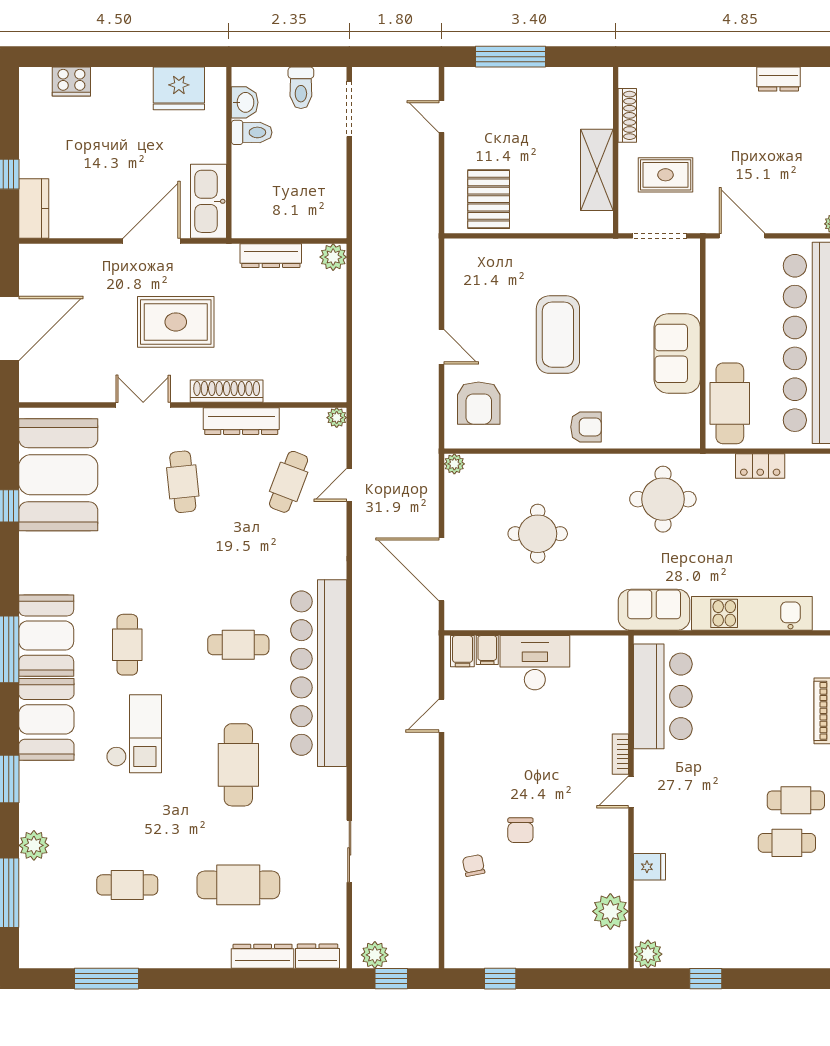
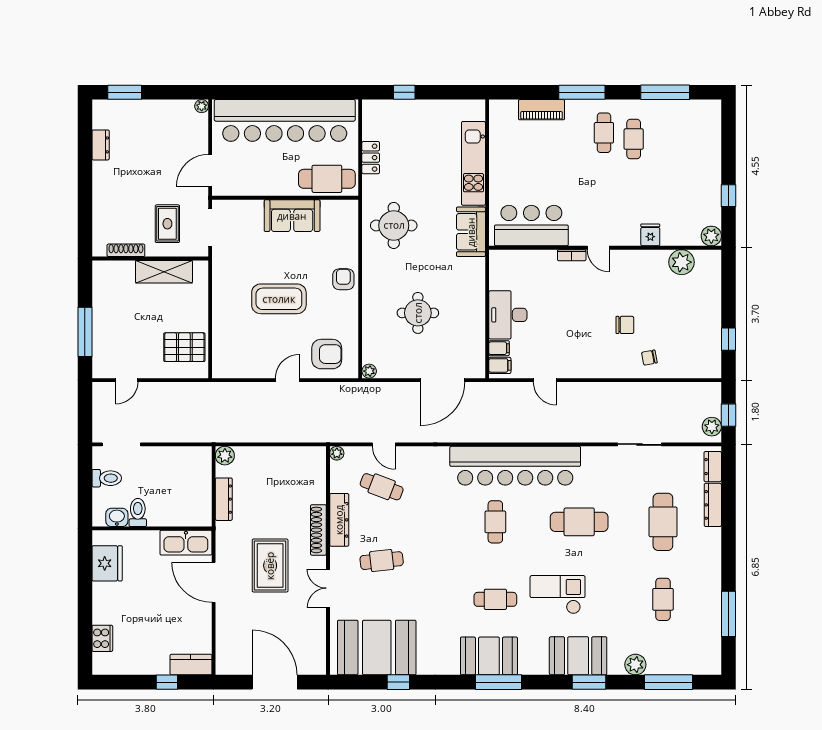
booth: (46, 719) -> (578, 656), moved

